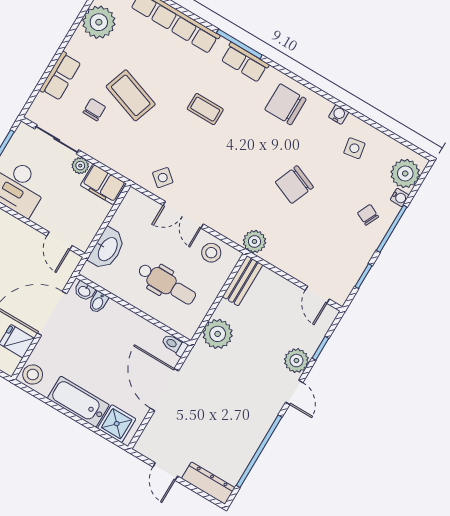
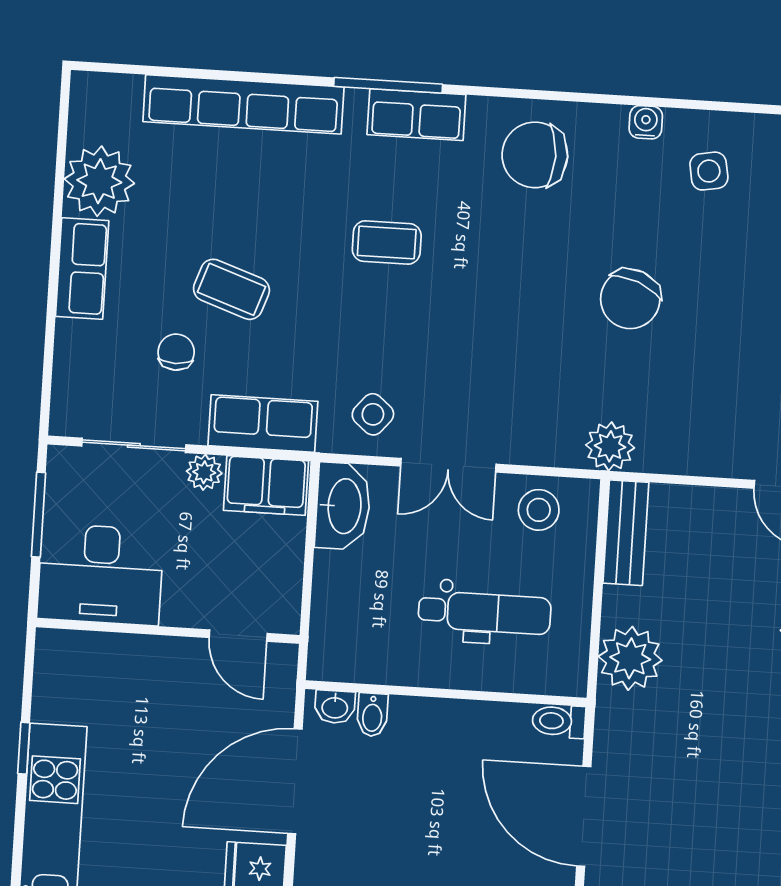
row of seats: (60, 76) -> (82, 269), moved
coffee table: (131, 95) -> (231, 289), width x0.73, depth x0.77
row of seats: (115, 158) -> (263, 423), added
washbasin: (107, 249) -> (343, 506), moved

